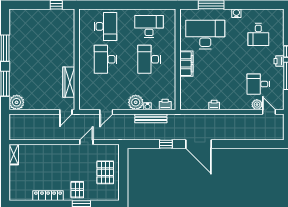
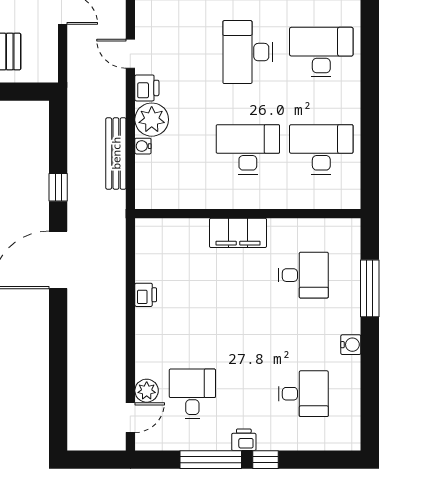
desk: (105, 26) -> (321, 52), turned 180
desk: (149, 26) -> (321, 149), turned -90
desk: (205, 34) -> (303, 275), width x0.53, depth x0.77
desk: (258, 34) -> (303, 394), turned 180
desk: (105, 59) -> (248, 52), turned -90
printer: (165, 104) -> (147, 88), moved

